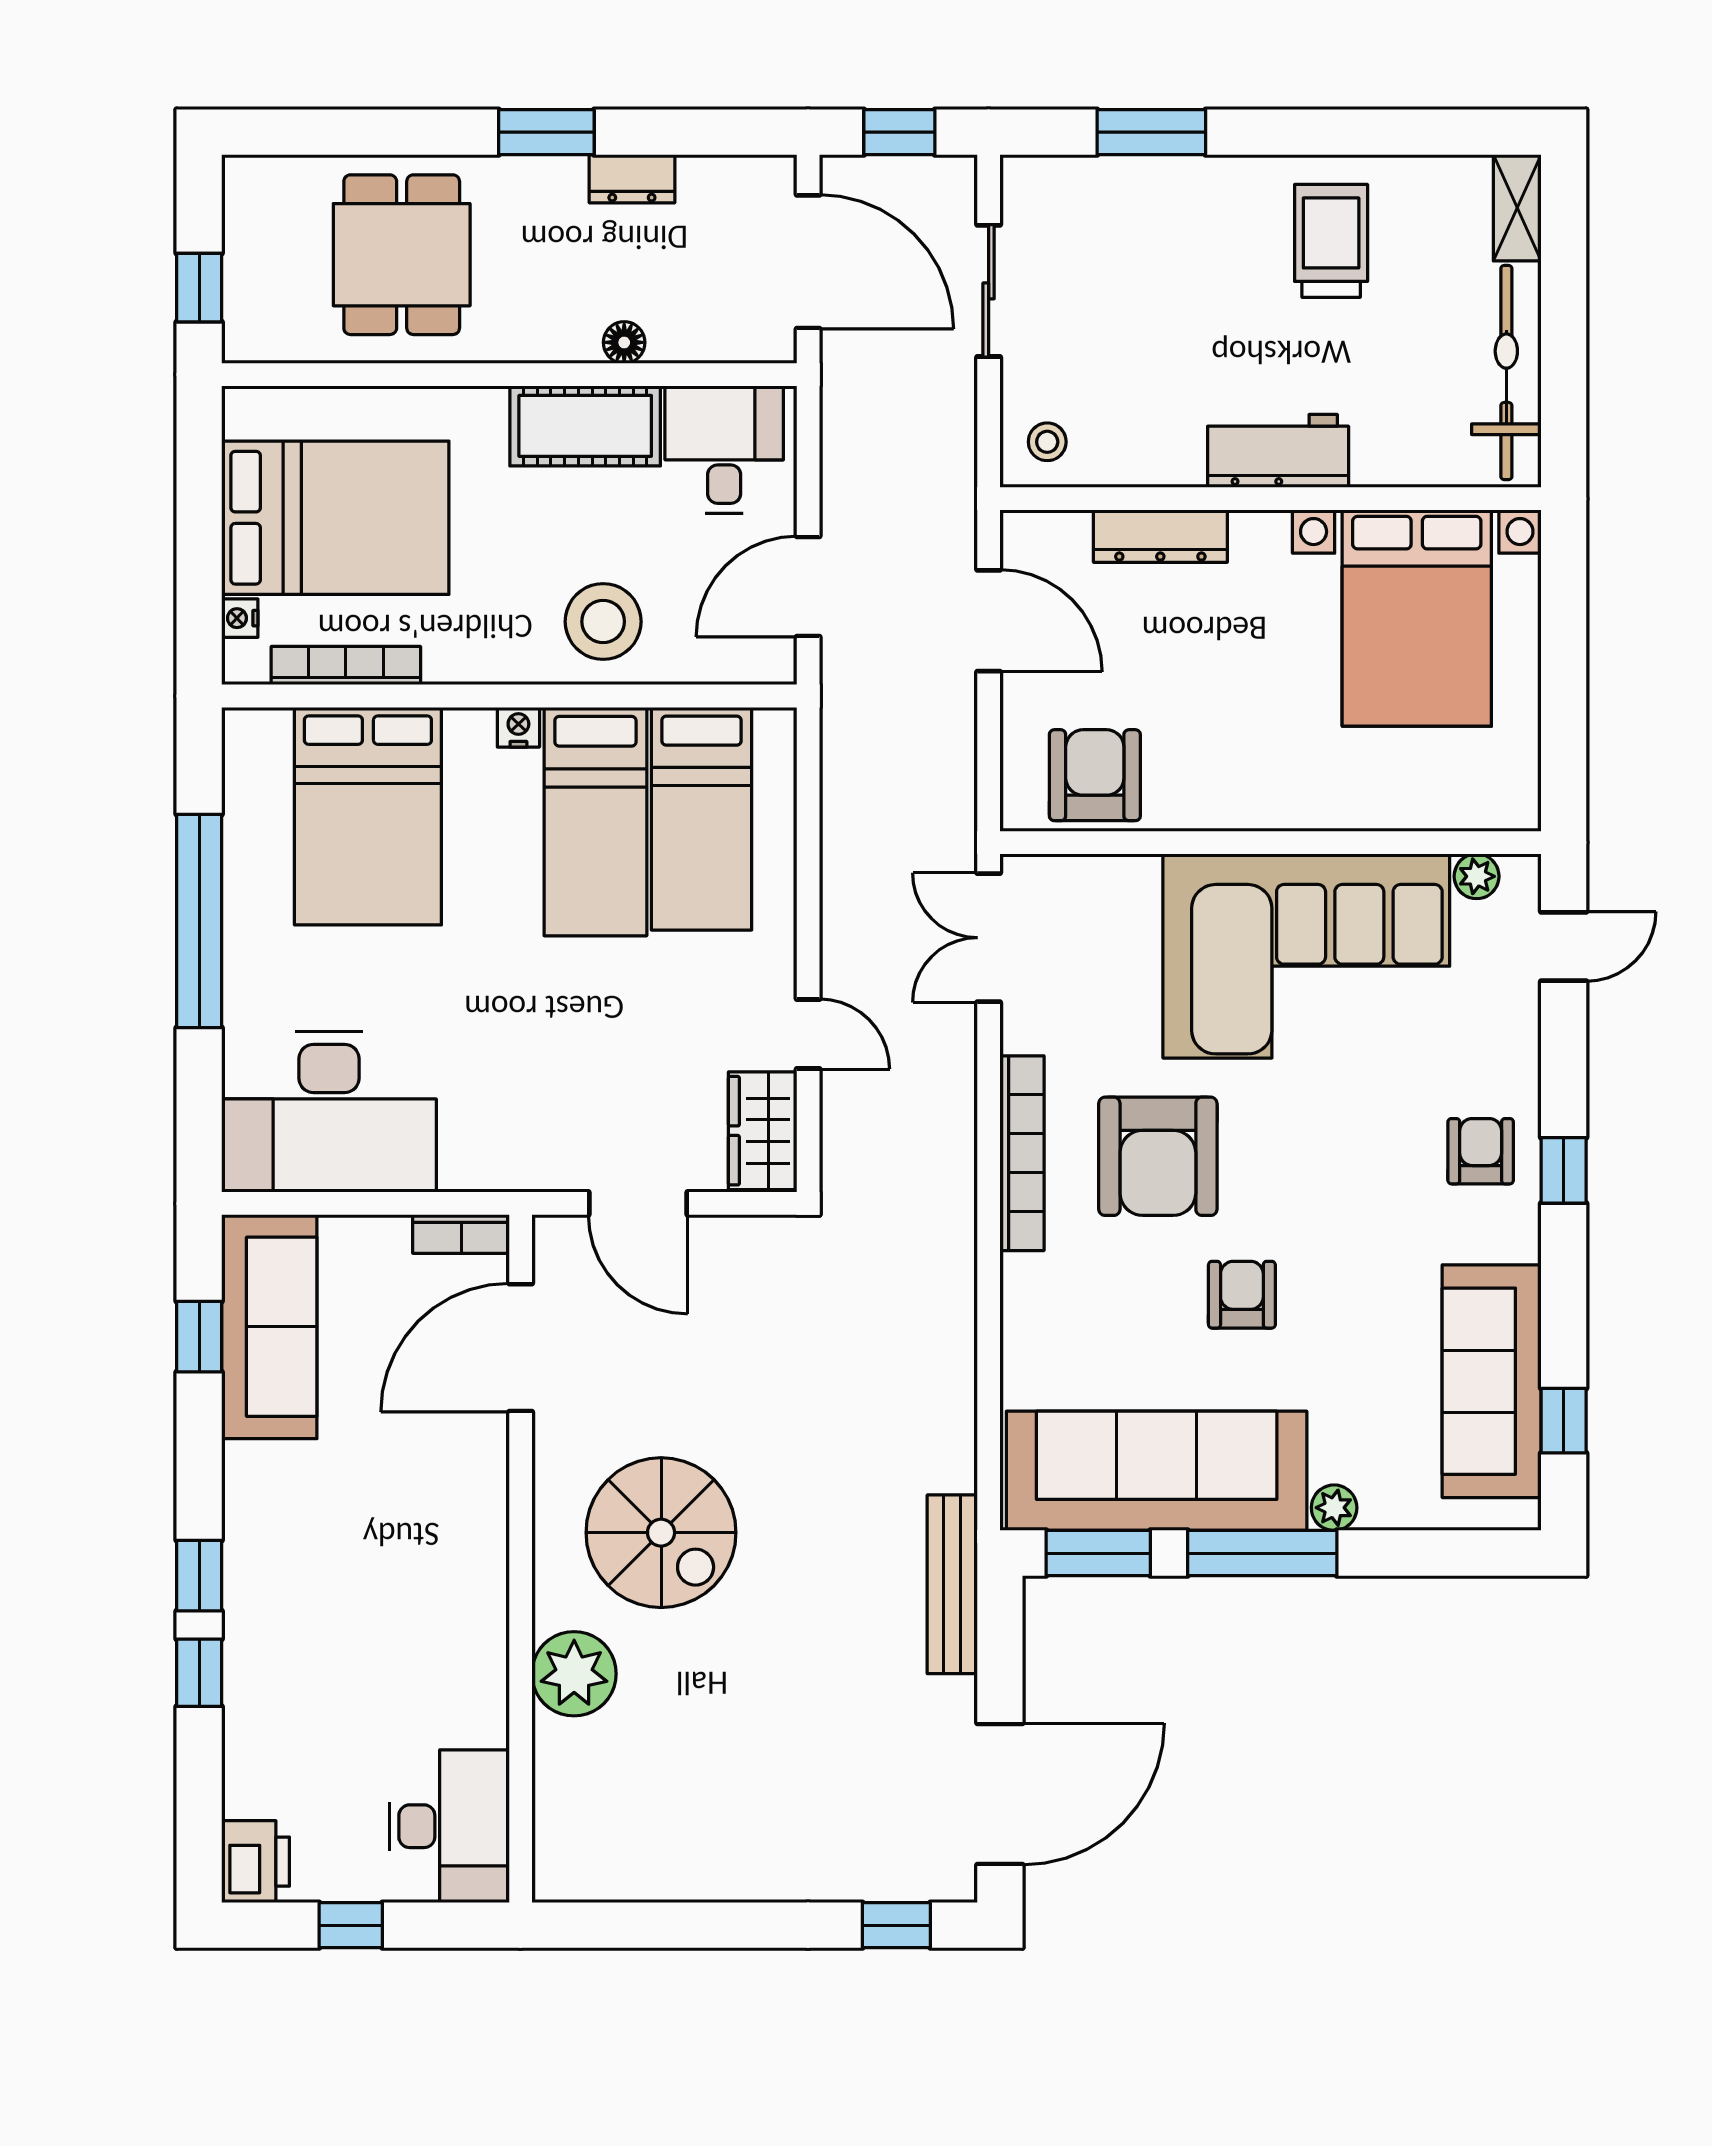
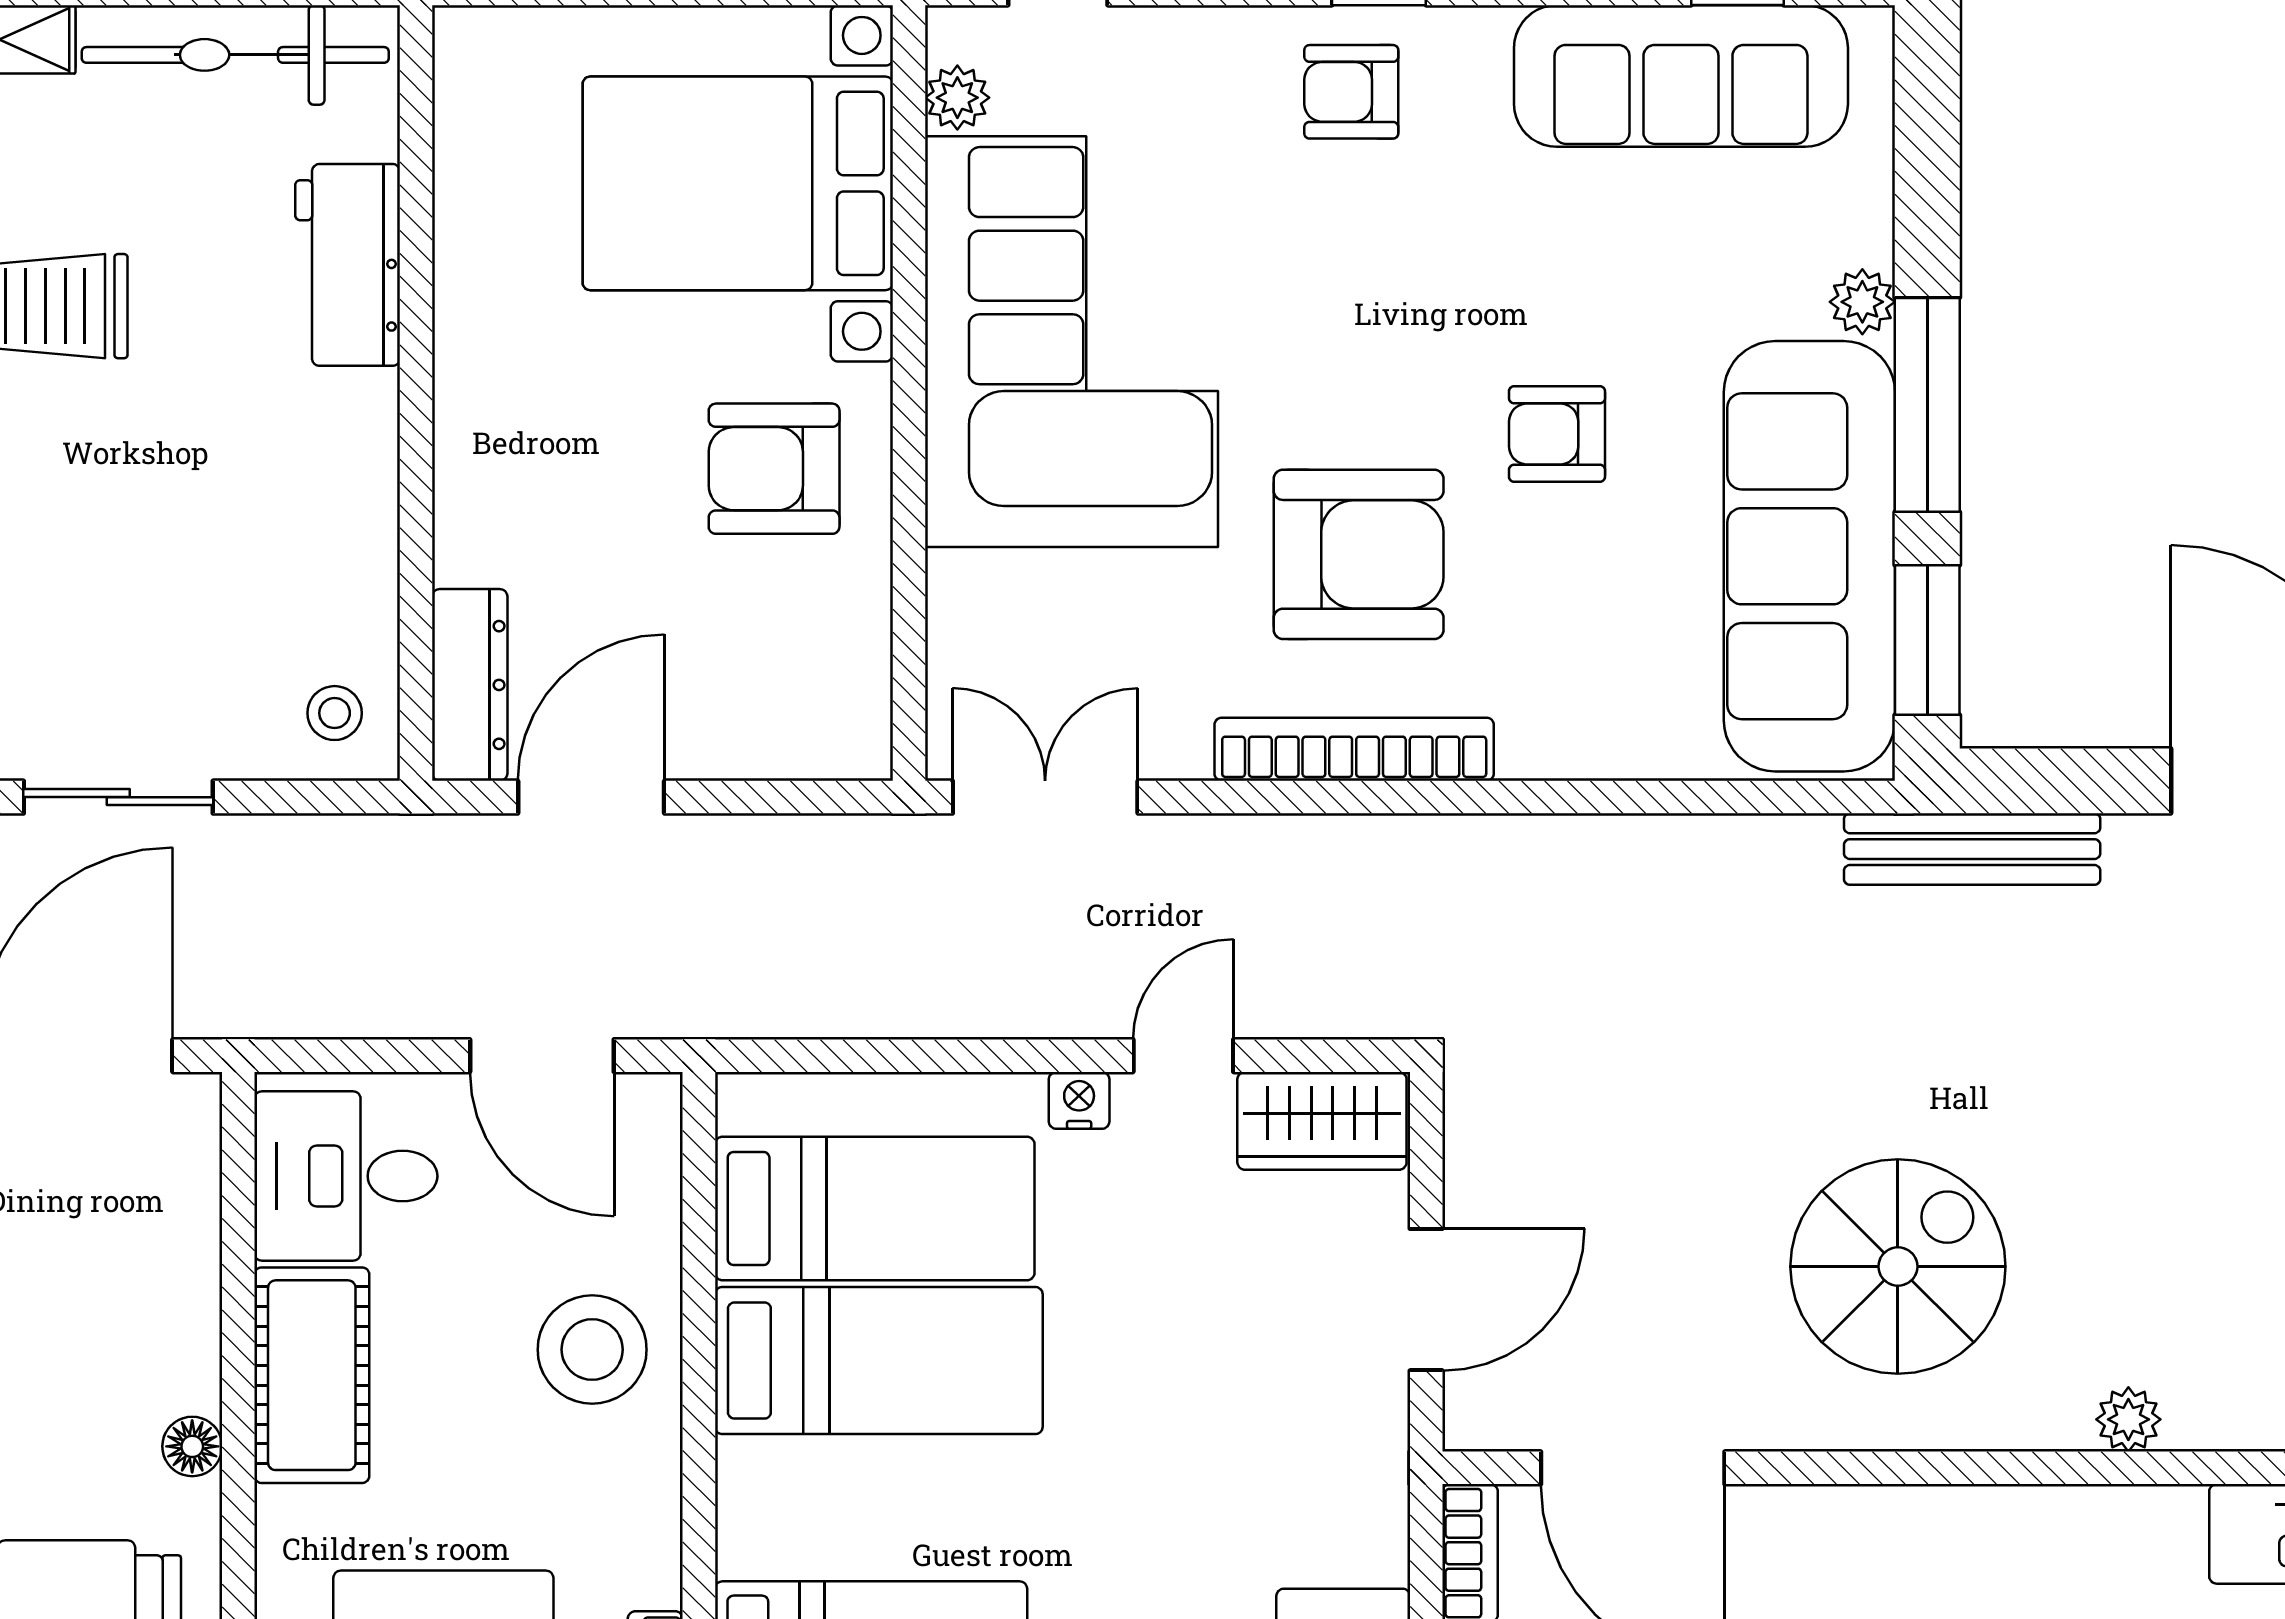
floor lamp: (624, 342) -> (192, 1446), moved
workbench: (1278, 451) -> (348, 265), moved
dresser: (1160, 536) -> (470, 685), moved
bed with nightstands: (1417, 618) -> (738, 183), moved, turned 180
nightstand: (518, 727) -> (1079, 1100), moved, turned 90
armchair: (1095, 775) -> (774, 469), moved
double door: (989, 938) -> (1045, 797), swing flipped
plant: (574, 1674) -> (2128, 1419), width x0.53, depth x0.53

